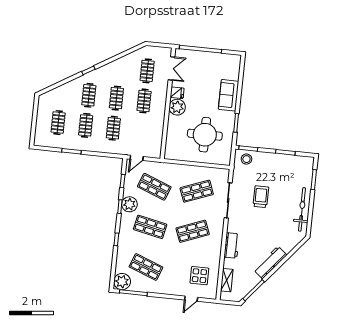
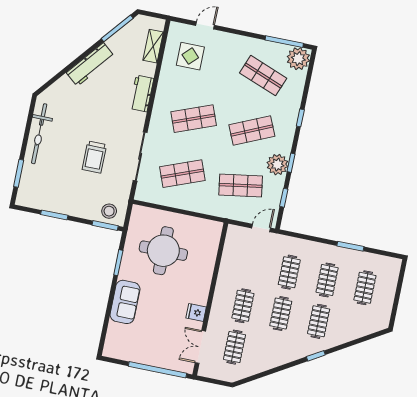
plant: (177, 107) -> (198, 293), removed
shop shelf: (154, 187) -> (241, 185), turned -30
shop shelf: (150, 227) -> (252, 131), turned -36

